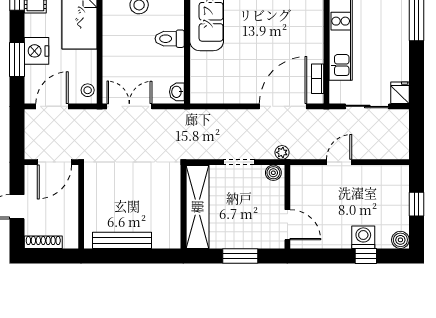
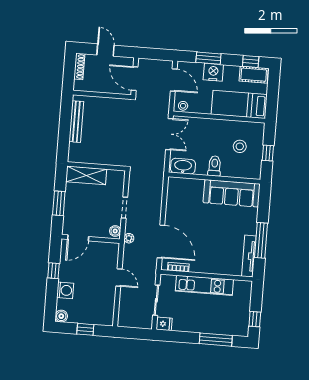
washbasin: (177, 92) -> (183, 166), width x1.91, depth x1.45
shelving: (197, 207) -> (86, 175), width x0.68
window: (366, 256) -> (54, 271), moved

